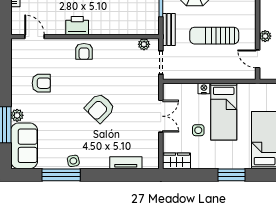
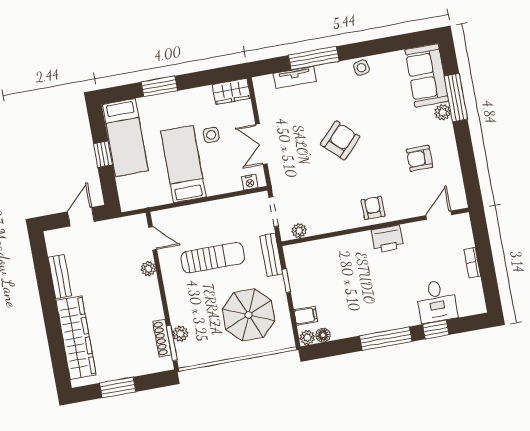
door: (34, 37) -> (439, 215), swing flipped
nightstand: (204, 88) -> (250, 182), moved
window: (61, 175) -> (314, 58), moved

